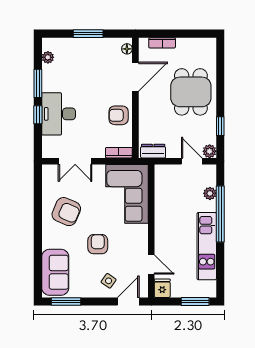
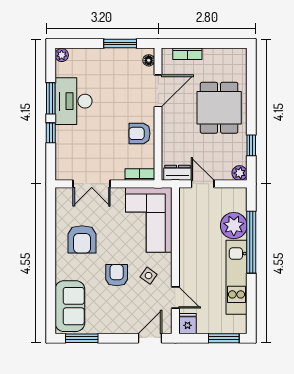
window: (88, 34) -> (120, 44), moved
plant: (48, 57) -> (62, 55), moved
desk: (59, 114) -> (74, 101), moved
door: (192, 161) -> (203, 184), moved
plant: (210, 193) -> (234, 226), width x1.88, depth x1.88
armchair: (66, 212) -> (82, 239), turned 67
side table: (109, 281) -> (149, 276), moved

